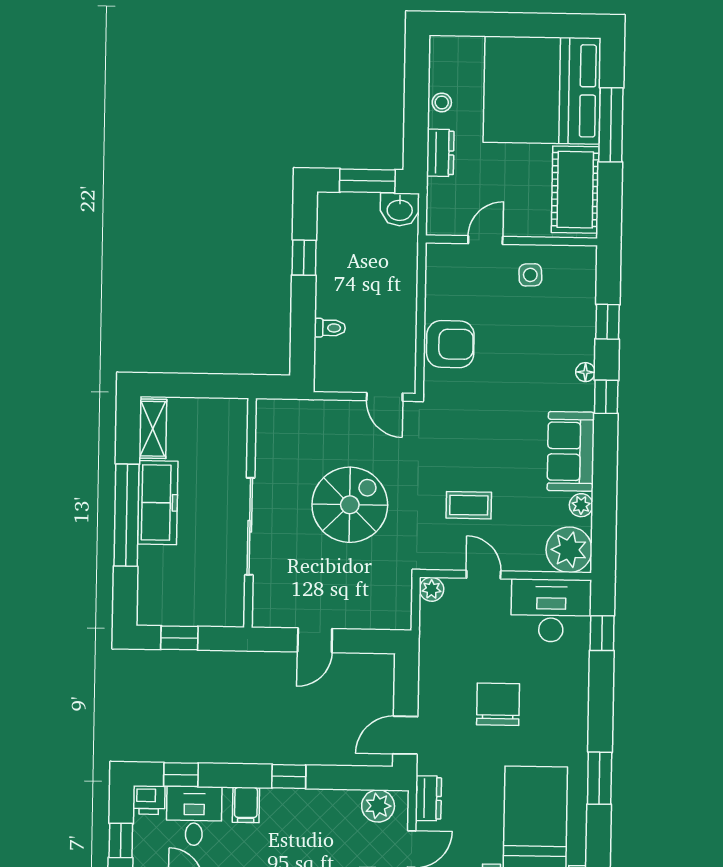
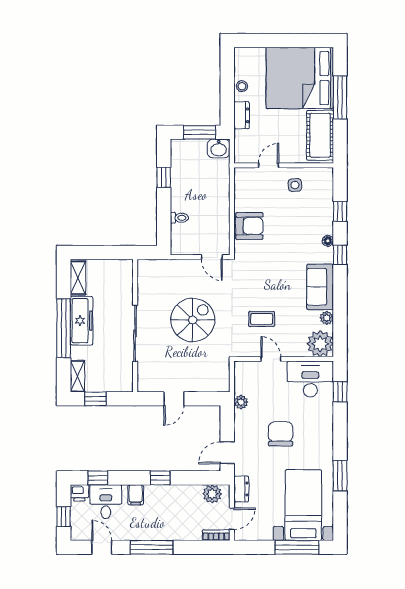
plant: (432, 589) -> (241, 402), moved
shelving: (149, 598) -> (77, 376), added

